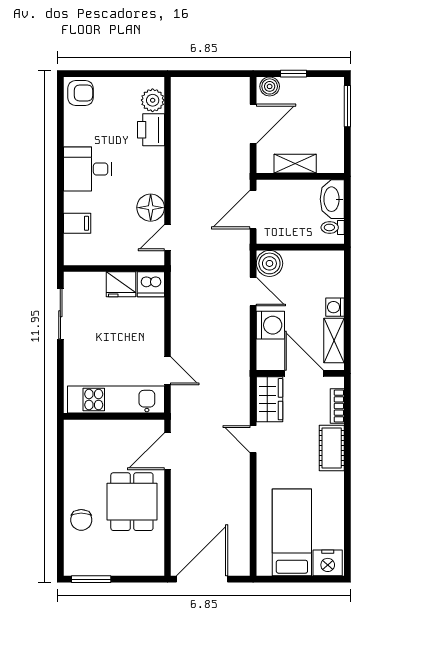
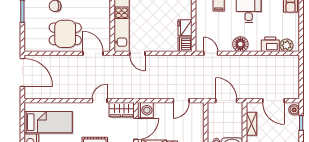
floor lamp: (151, 208) -> (240, 44), moved
boiler: (269, 263) -> (197, 110), removed
washing machine: (270, 325) -> (145, 110), moved, turned -90
door: (167, 371) -> (137, 53), hinge flipped

